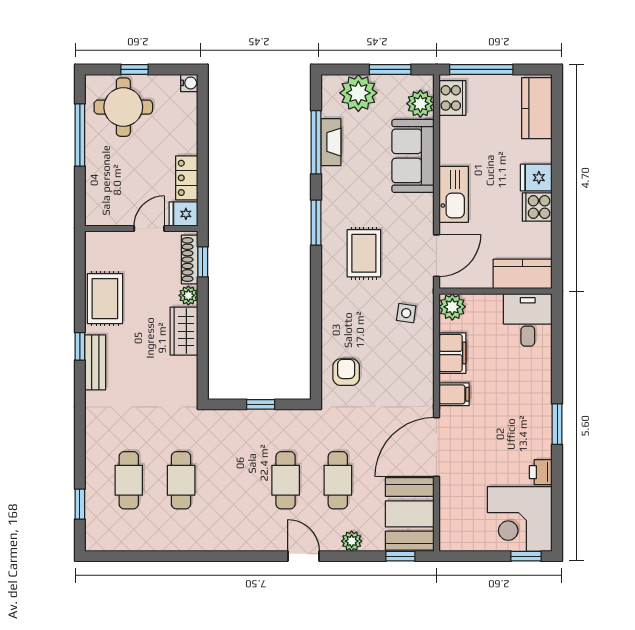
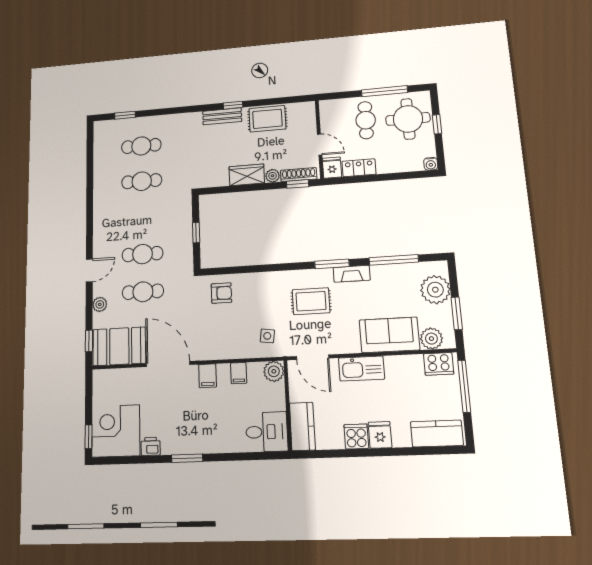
fireplace: (331, 142) -> (352, 274), moved
cafe table: (120, 164) -> (366, 120), added
filing cabinet: (452, 353) -> (239, 373), width x0.50

